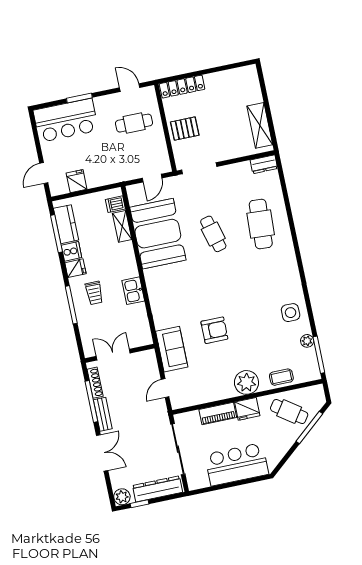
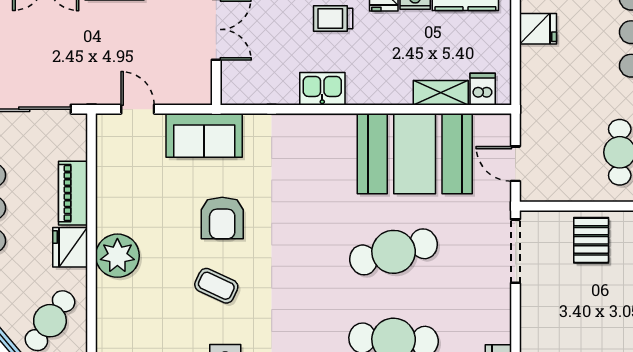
cafe table: (213, 234) -> (394, 252), width x1.37, depth x1.35
coffee table: (281, 377) -> (216, 286), moved, turned -65

